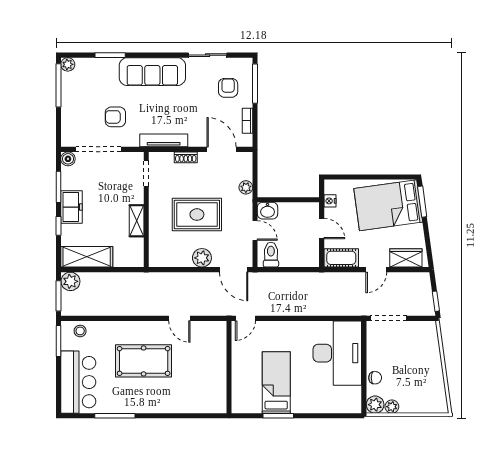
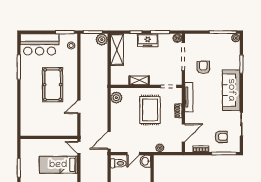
rug: (197, 215) -> (150, 110), moved
plant: (202, 258) -> (116, 98), moved
bed: (276, 383) -> (58, 165), moved, turned 180

